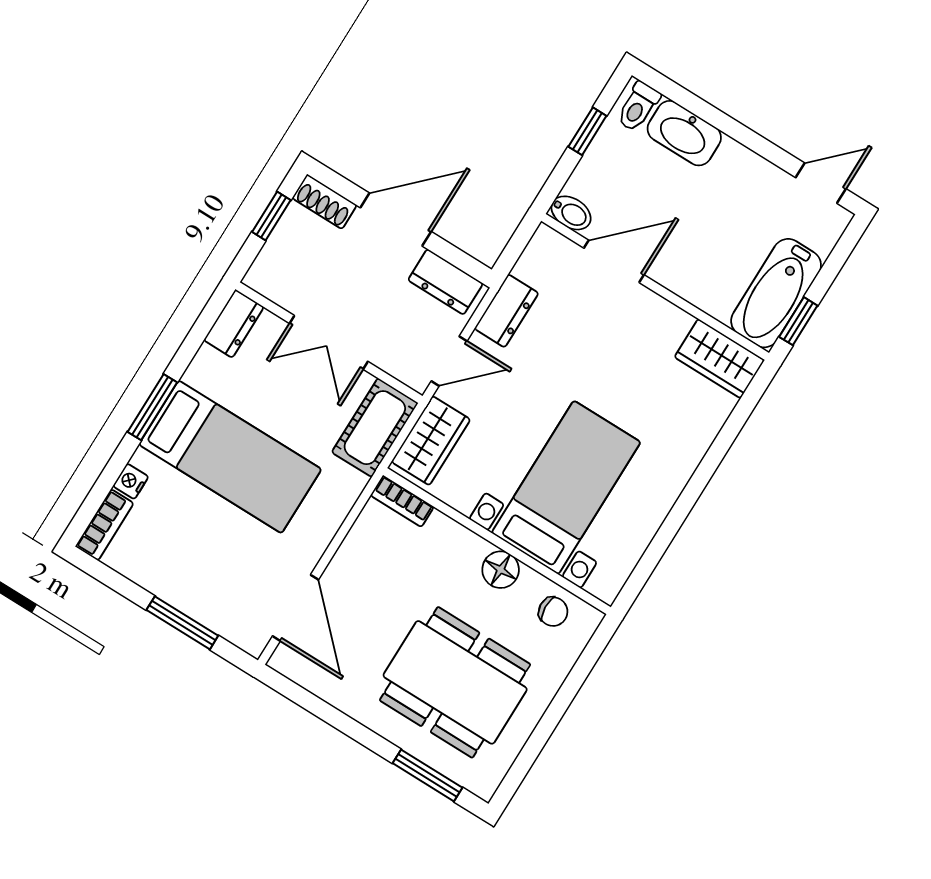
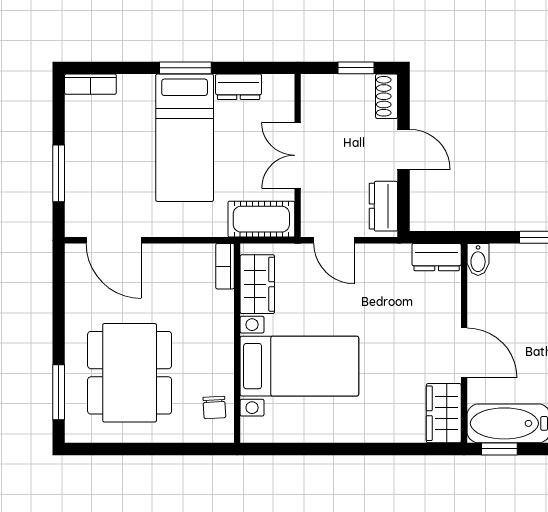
door: (396, 220) -> (404, 149), width x0.73
door: (614, 261) -> (464, 353), moved
dresser: (506, 311) -> (437, 257), moved
dresser: (234, 324) -> (239, 87), moved
wardrobe: (431, 441) -> (257, 284), moved, turned -90
nightstand: (131, 481) -> (129, 84), removed
floor lamp: (501, 570) -> (220, 357), removed
door: (295, 608) -> (114, 240), hinge flipped

